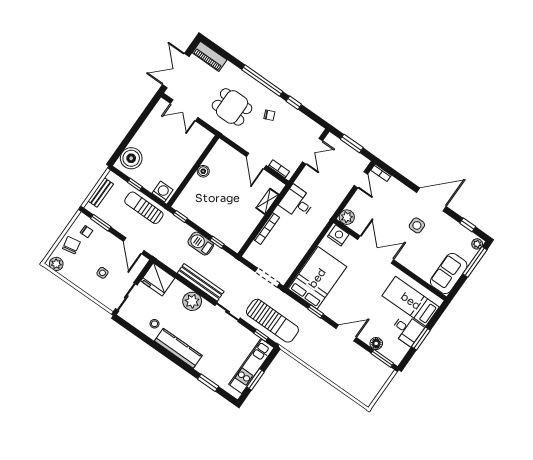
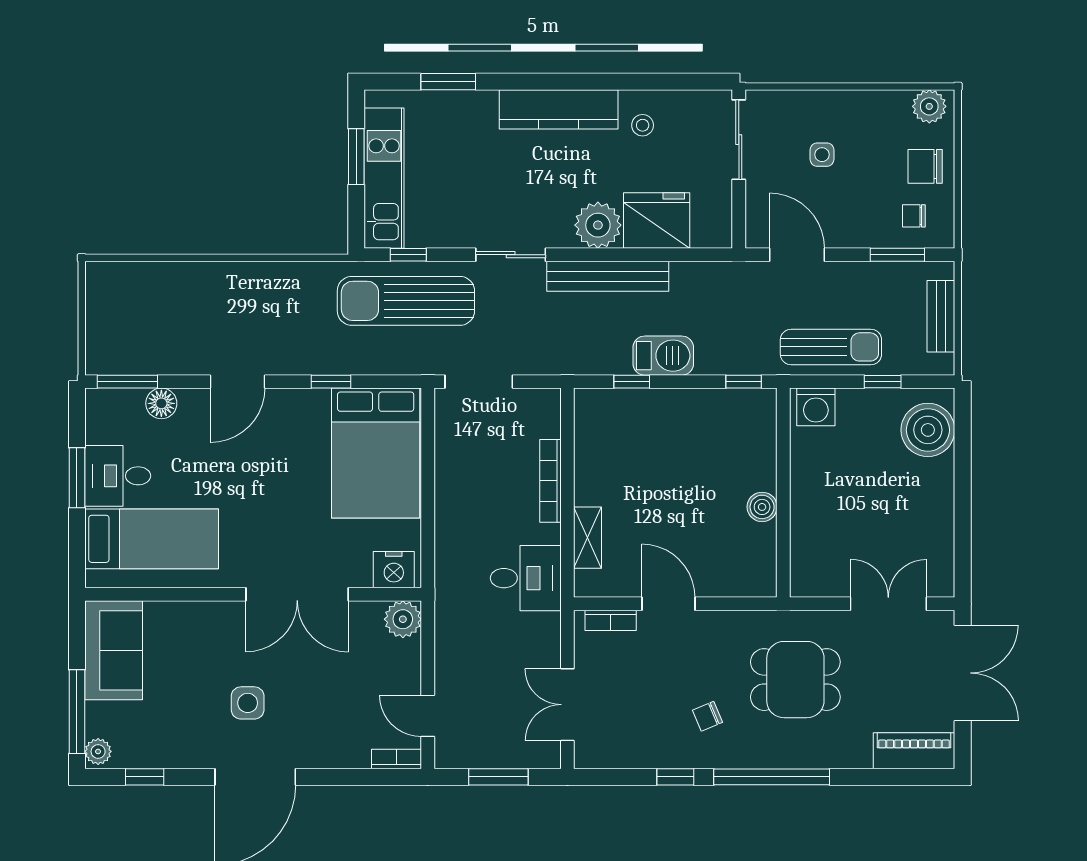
chair: (71, 245) -> (925, 166), turned 101
fridge: (158, 279) -> (657, 220), moved

